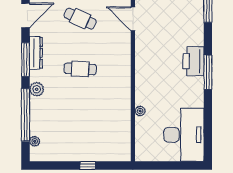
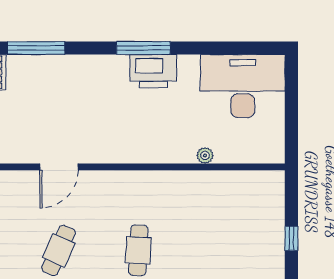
printer: (193, 61) -> (153, 71), moved

